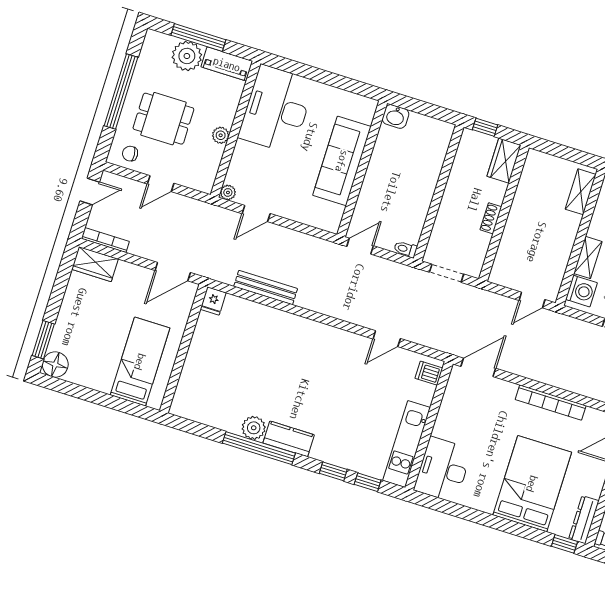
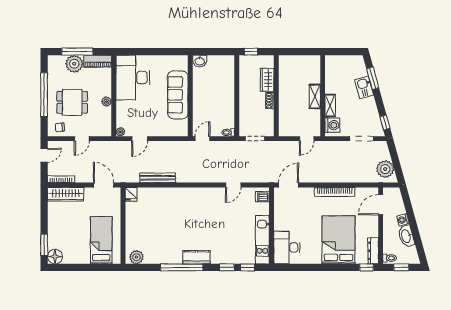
wardrobe: (504, 161) -> (267, 80), moved
shelving: (581, 192) -> (315, 97), moved
wardrobe: (95, 264) -> (66, 194), width x1.50
door: (173, 272) -> (104, 185), swing flipped
plant: (254, 428) -> (136, 257), moved

